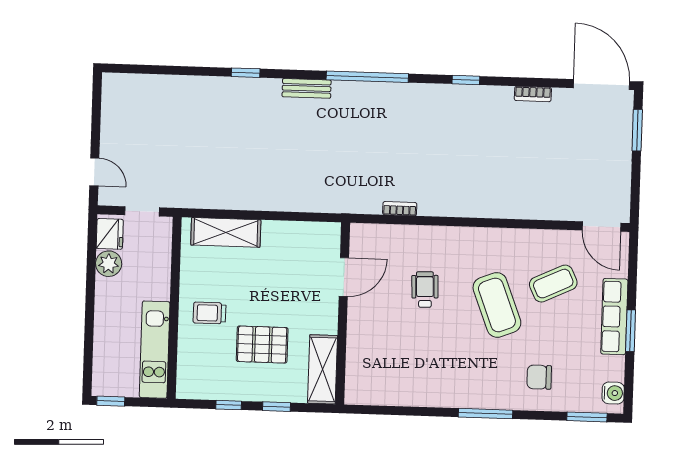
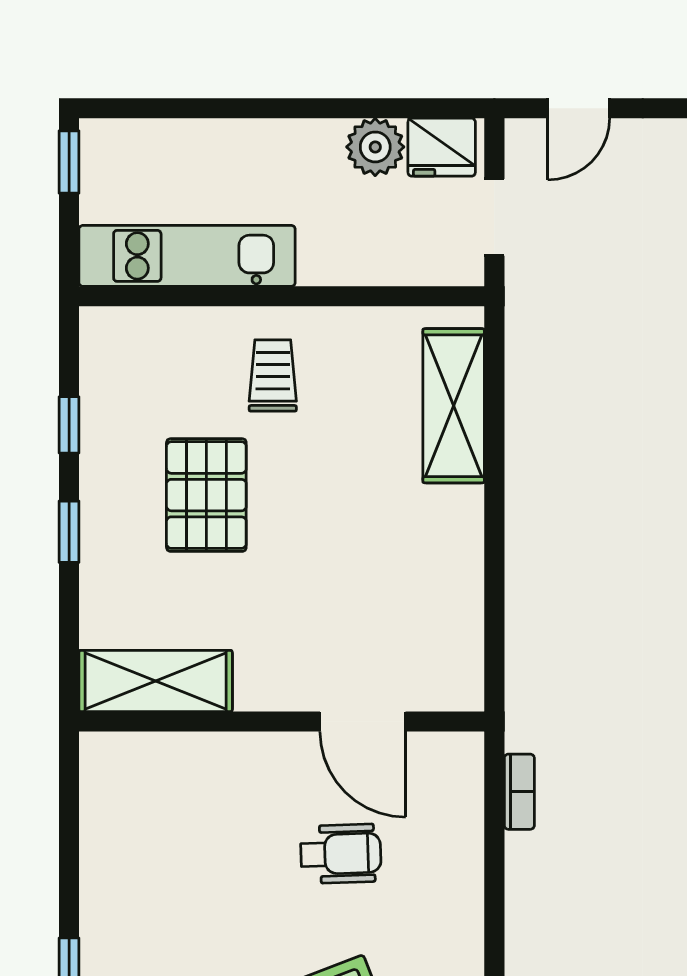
door: (344, 277) -> (363, 722), moved
wall: (343, 313) -> (282, 722), moved
shelving: (323, 369) -> (156, 681), moved

